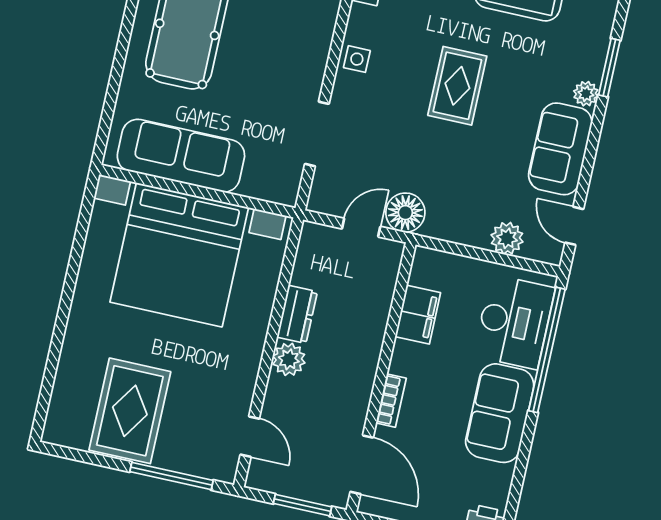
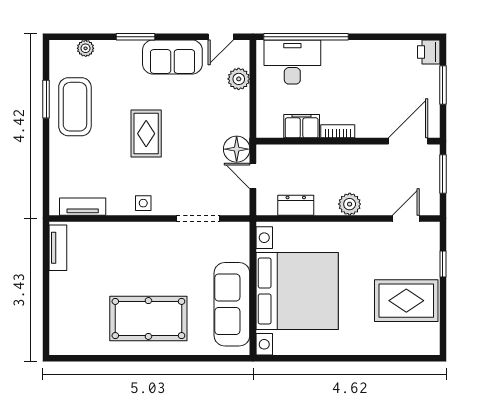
window: (609, 68) -> (136, 37), moved
rug: (457, 86) -> (146, 134), turned 90
plant: (586, 94) -> (86, 48), moved
dresser: (297, 314) -> (296, 205), moved
bookcase: (391, 401) -> (338, 131), moved
sofa: (500, 413) -> (354, 58), removed
window: (171, 476) -> (443, 264), width x0.46

